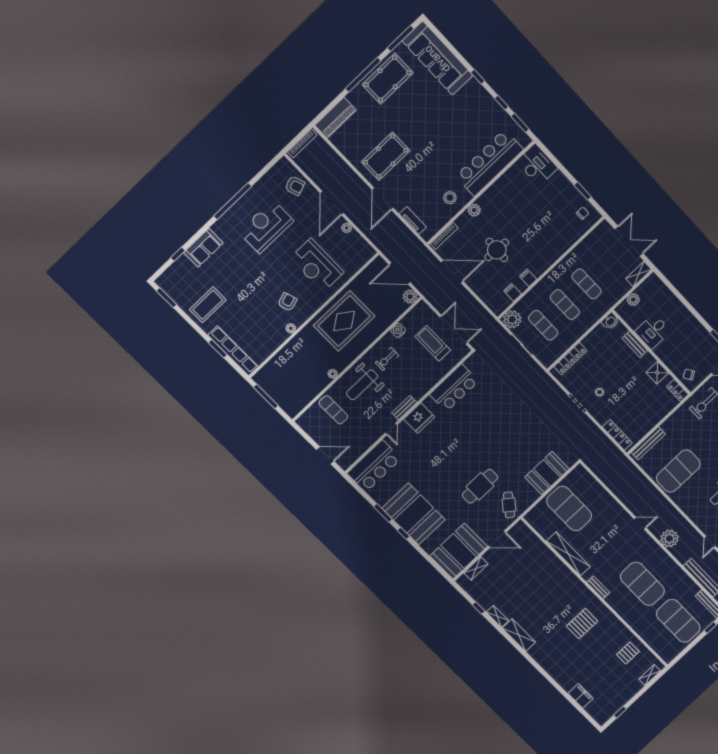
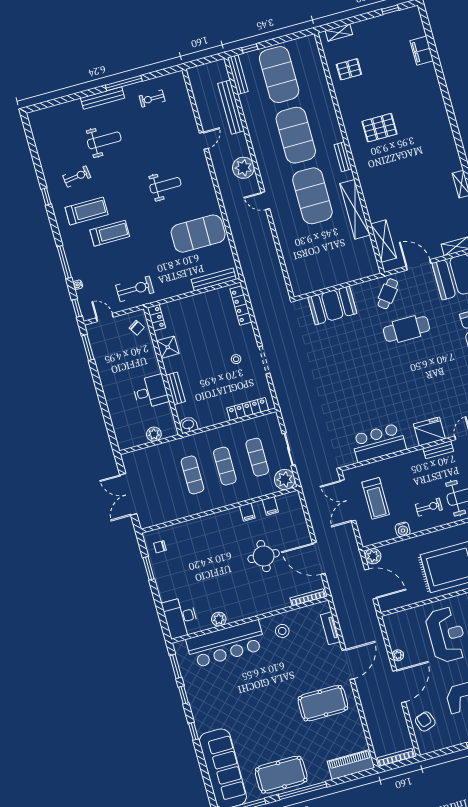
plant: (474, 210) -> (219, 619), moved
shelving: (639, 274) -> (135, 457), removed
exercise mat: (569, 508) -> (312, 196), moved
shelving: (519, 635) -> (383, 241), moved

